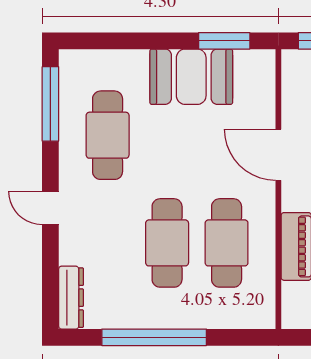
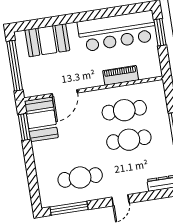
booth: (191, 77) -> (41, 119), moved
door: (278, 155) -> (65, 93), moved

